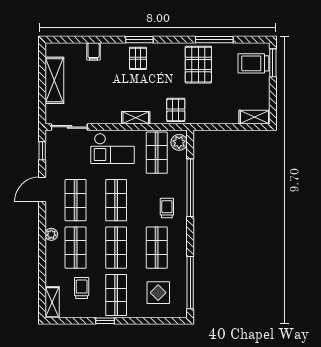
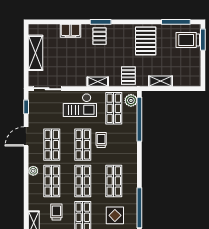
window: (214, 40) -> (176, 22), moved
filing cabinet: (94, 51) -> (70, 31), width x2.00
shelving: (255, 117) -> (161, 81), moved
window: (190, 188) -> (139, 119), moved
trolley: (167, 208) -> (101, 140), moved

